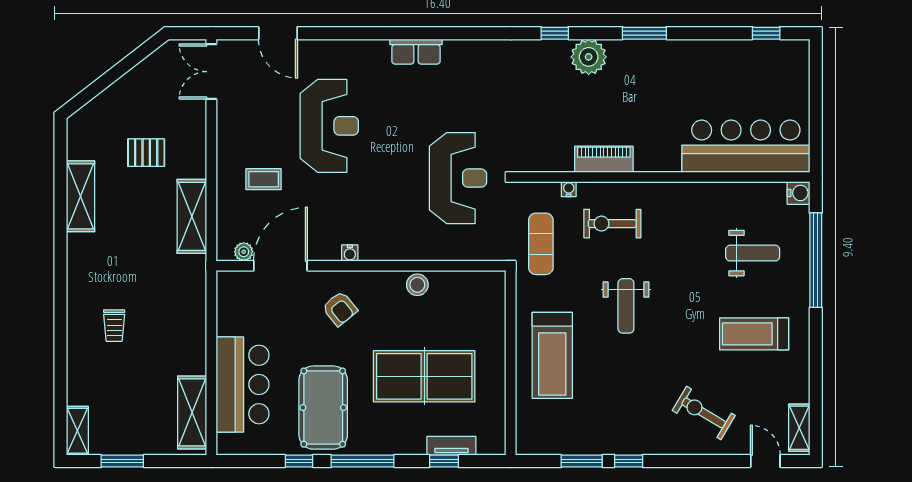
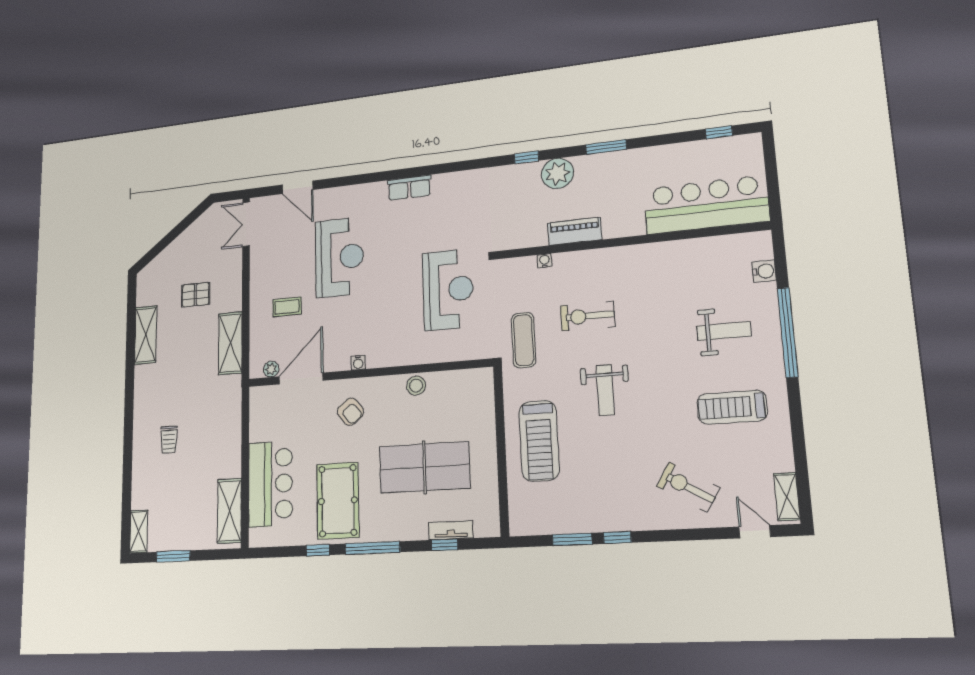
bar counter: (746, 146) -> (706, 205), moved
piano: (604, 159) -> (575, 231), moved
wall: (663, 177) -> (630, 241), moved
water cooler: (569, 189) -> (545, 261), moved

